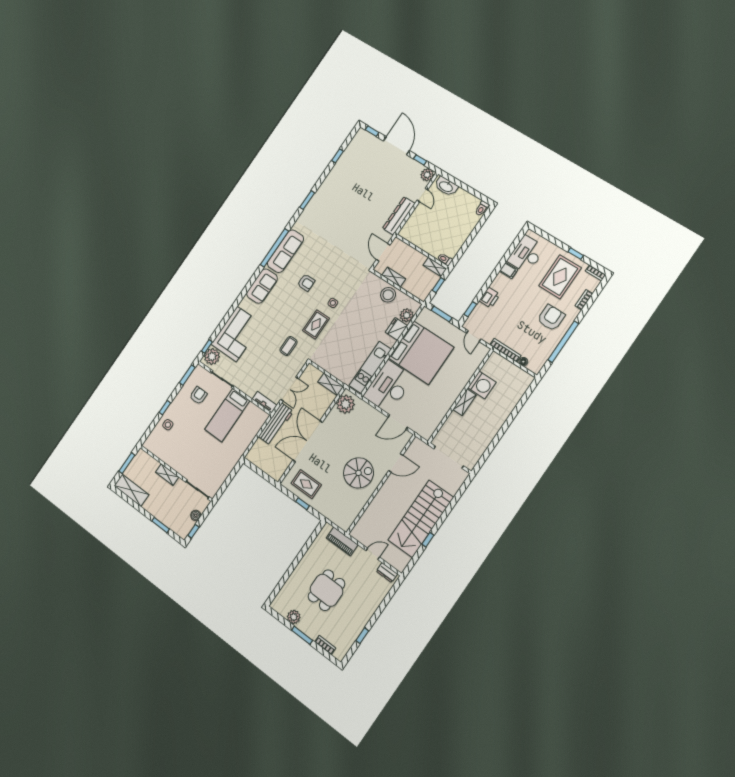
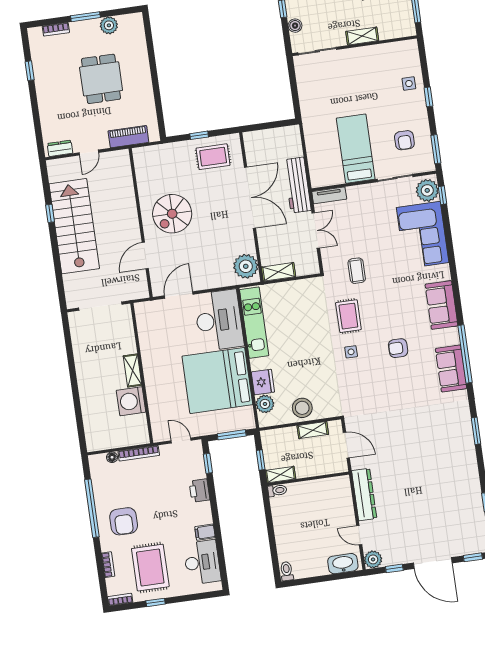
sofa: (285, 251) -> (451, 368), width x0.73
double door: (290, 389) -> (316, 230), swing flipped

